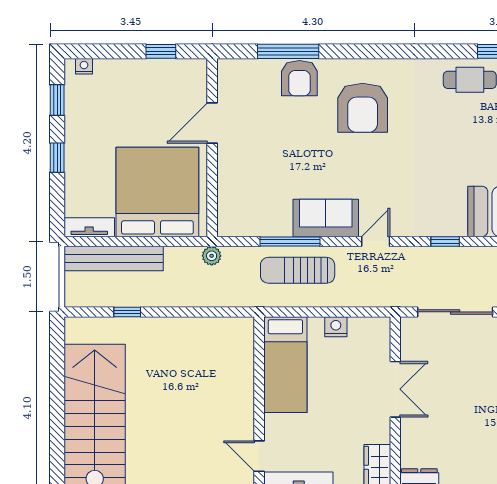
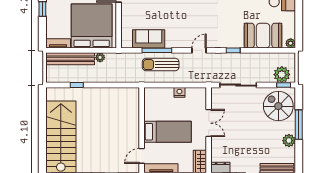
sofa: (326, 218) -> (149, 39), moved
plant: (212, 256) -> (100, 57), moved
bed: (285, 365) -> (168, 132), moved, turned -90
door: (259, 456) -> (142, 156), hinge flipped

